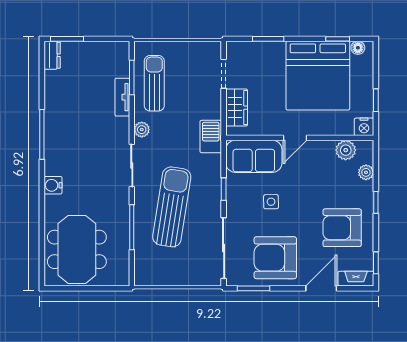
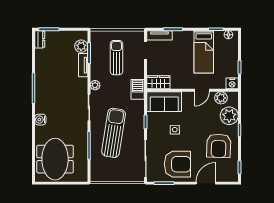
tv unit: (246, 49) -> (160, 35), added
plant: (119, 66) -> (81, 46), added
bed: (318, 76) -> (204, 52), width x0.49
sun lounger: (154, 83) -> (116, 58), moved
wardrobe: (237, 108) -> (158, 82), moved, turned -90
door: (295, 138) -> (202, 90), moved
plant: (366, 172) -> (229, 116), width x1.88, depth x1.88
armchair: (342, 228) -> (219, 146), turned -88
armchair: (275, 258) -> (177, 164), turned 180
fireplace: (356, 279) -> (227, 177), removed

